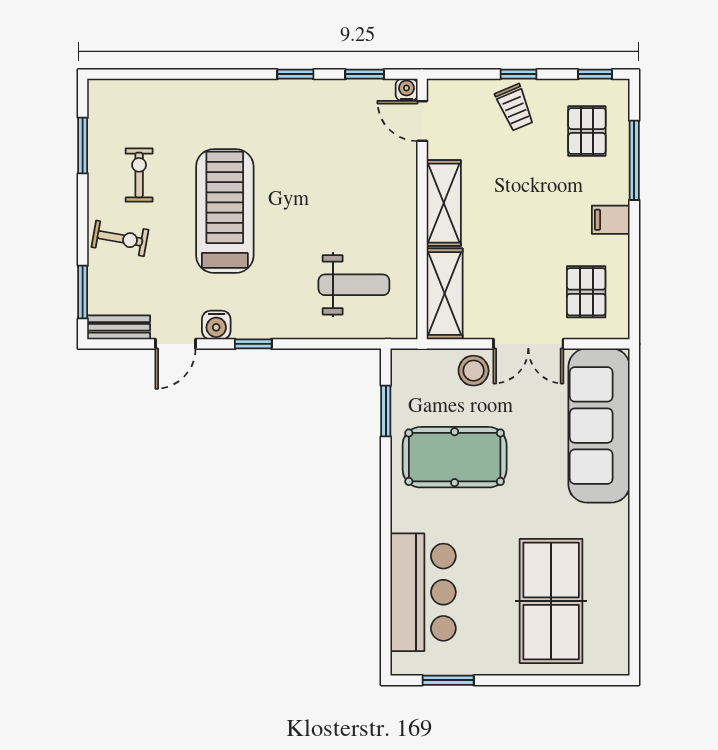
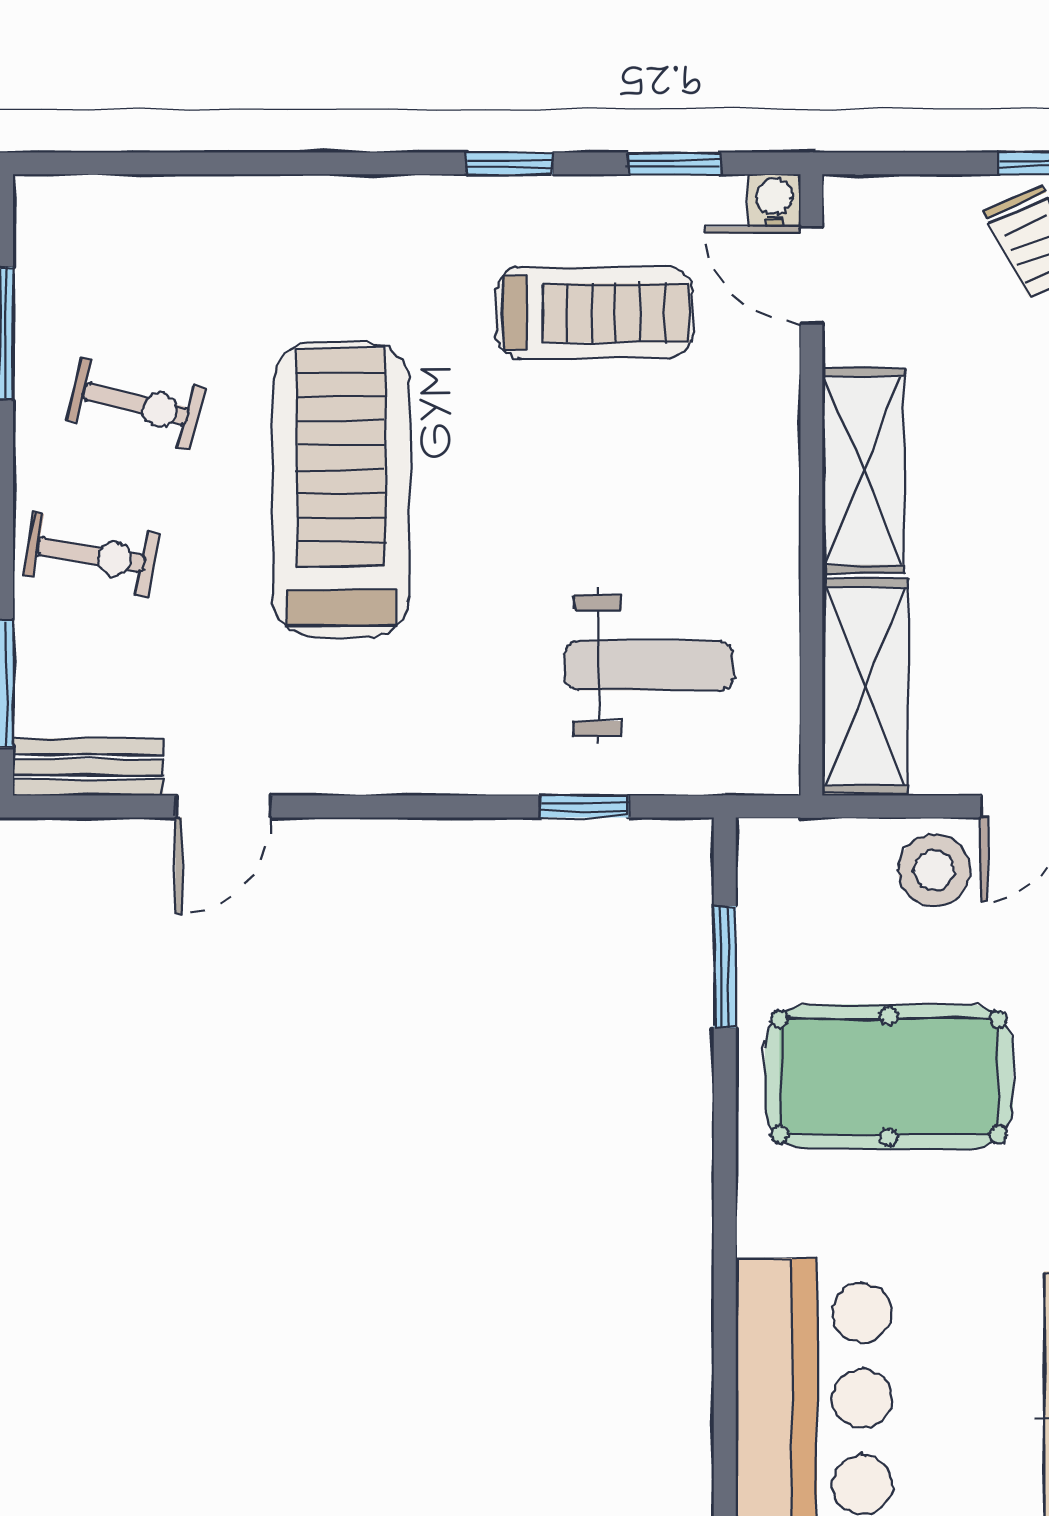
treadmill: (331, 137) -> (594, 313), added
exercise bike: (139, 175) -> (136, 404), turned 104
water cooler: (216, 325) -> (320, 762), removed
window: (253, 344) -> (584, 807), moved

